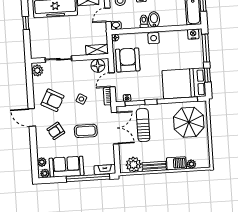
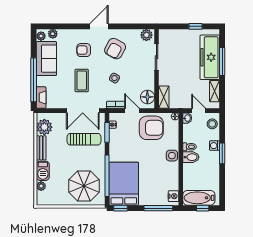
window: (207, 75) -> (120, 208), moved
armchair: (56, 131) -> (84, 50), turned -60

